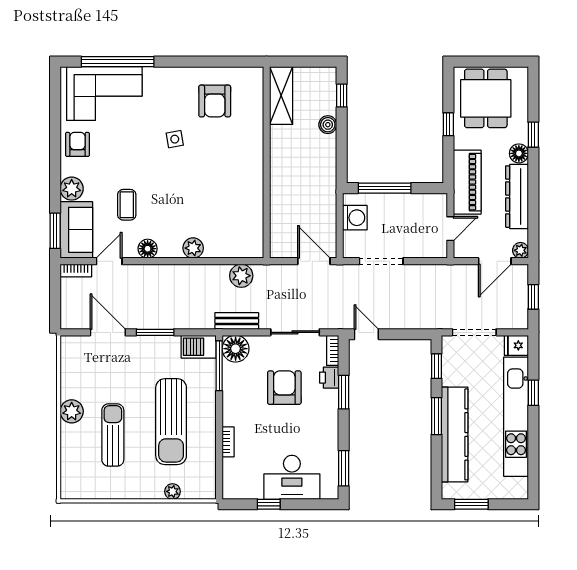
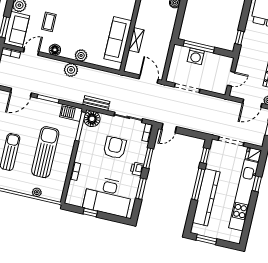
window: (448, 124) -> (239, 38), moved
piano: (467, 182) -> (247, 54), removed
shelving: (278, 201) -> (136, 40), added
sofa: (248, 208) -> (118, 40), added
washing machine: (355, 218) -> (196, 56), moved, turned 90
plant: (241, 276) -> (71, 70), moved
door: (108, 332) -> (21, 92), swing flipped
door: (366, 334) -> (169, 128), swing flipped
printer: (329, 378) -> (137, 169), moved
window: (436, 416) -> (198, 184), width x1.44
sun lounger: (171, 422) -> (45, 152), turned 180
window: (344, 468) -> (141, 189), moved
desk: (292, 477) -> (108, 196), width x1.36, depth x1.30

